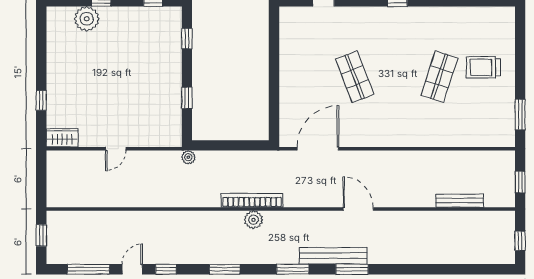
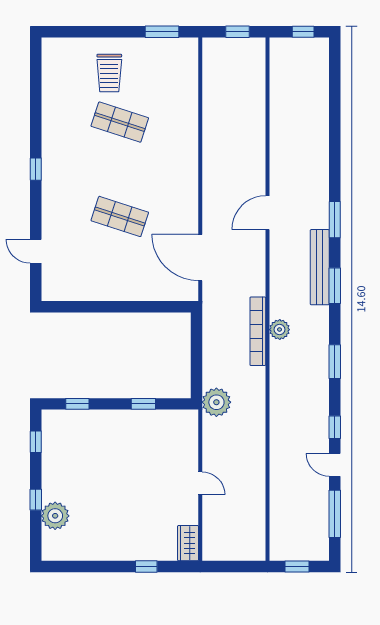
shop shelf: (355, 77) -> (120, 216), turned 39
plant: (188, 157) -> (216, 402), width x1.88, depth x1.88
bench: (460, 201) -> (258, 99), removed
bench: (333, 256) -> (320, 267), moved

